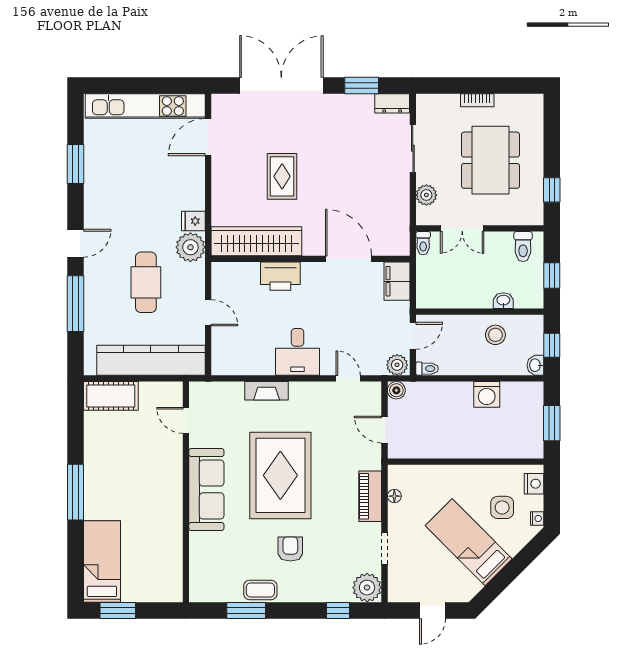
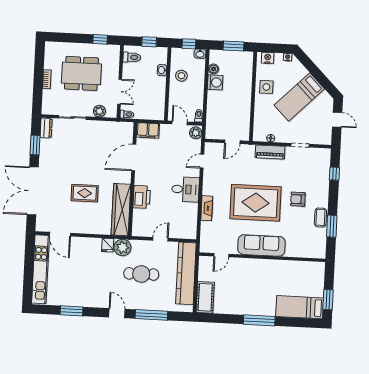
boiler: (396, 390) -> (214, 69), moved
side table: (502, 507) -> (266, 87), moved
plant: (367, 588) -> (322, 156), removed

